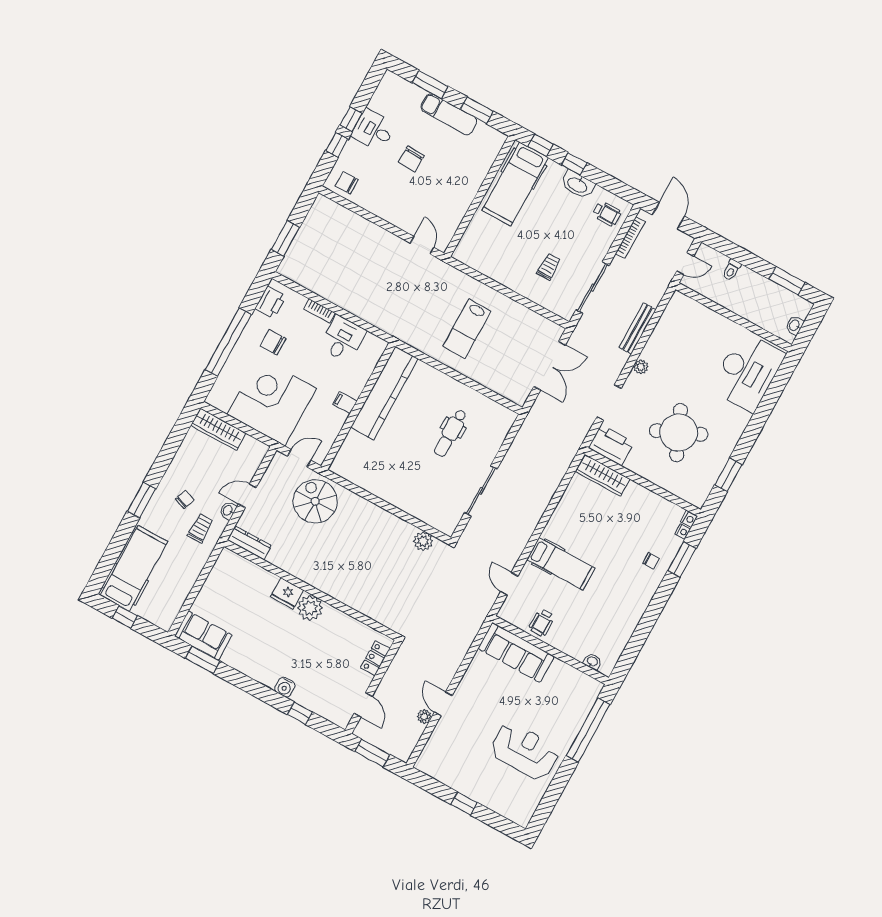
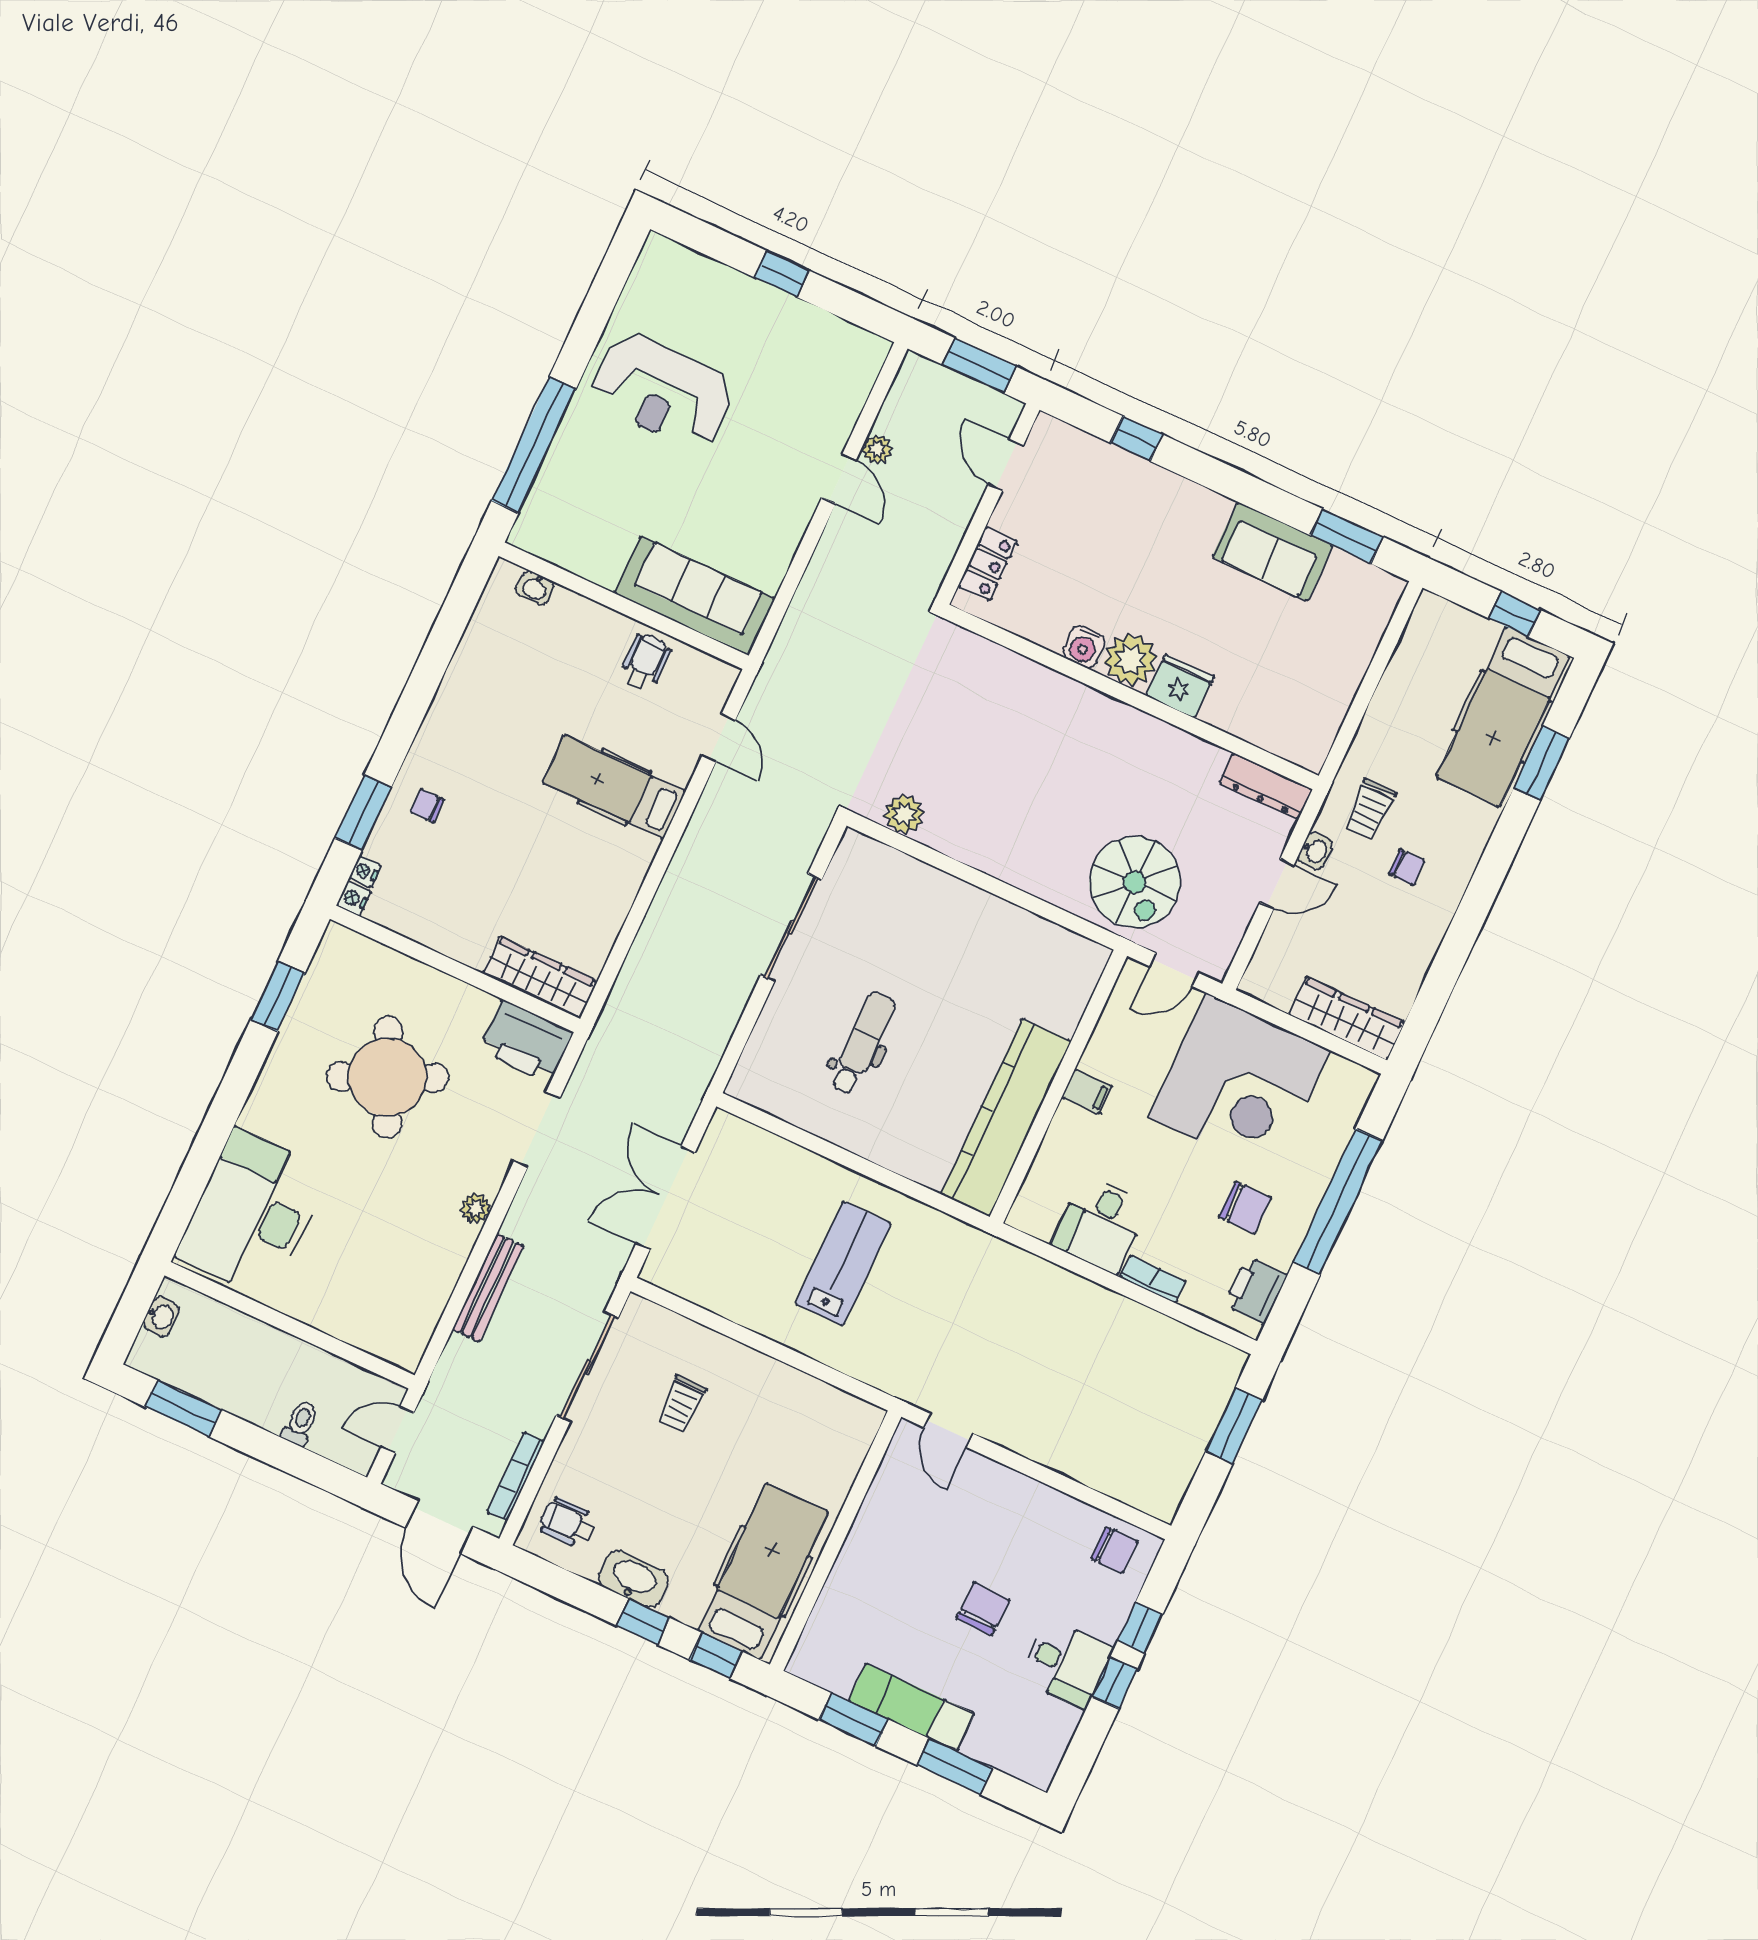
chair: (185, 499) -> (1407, 867), turned -110
window: (142, 500) -> (1541, 763), moved
sofa: (203, 636) -> (1273, 551), moved
water cooler: (285, 687) -> (1084, 647), moved, turned 180

